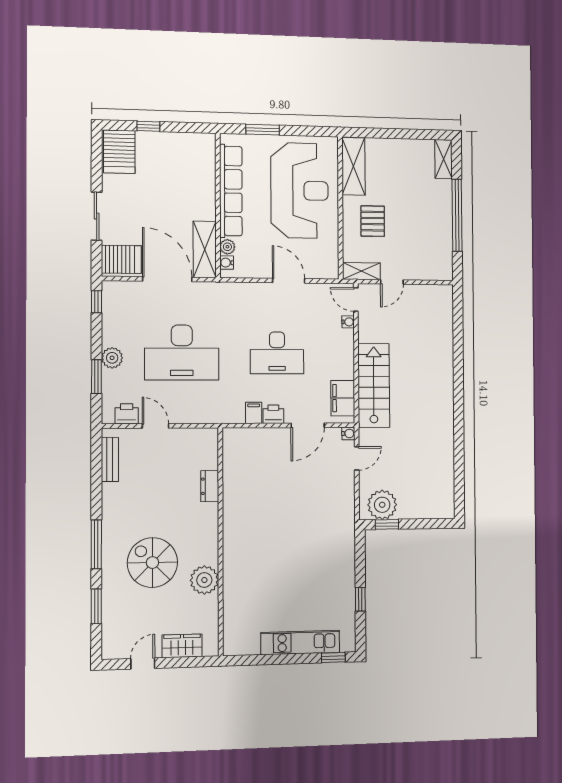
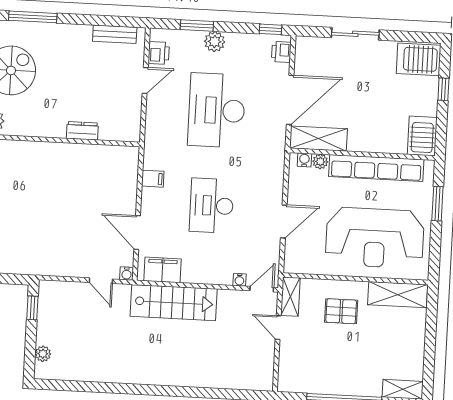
server rack: (121, 259) -> (422, 136), moved, turned 180
printer: (273, 414) -> (281, 52), moved, turned 180
plant: (382, 505) -> (43, 354), moved, width x0.53, depth x0.53

